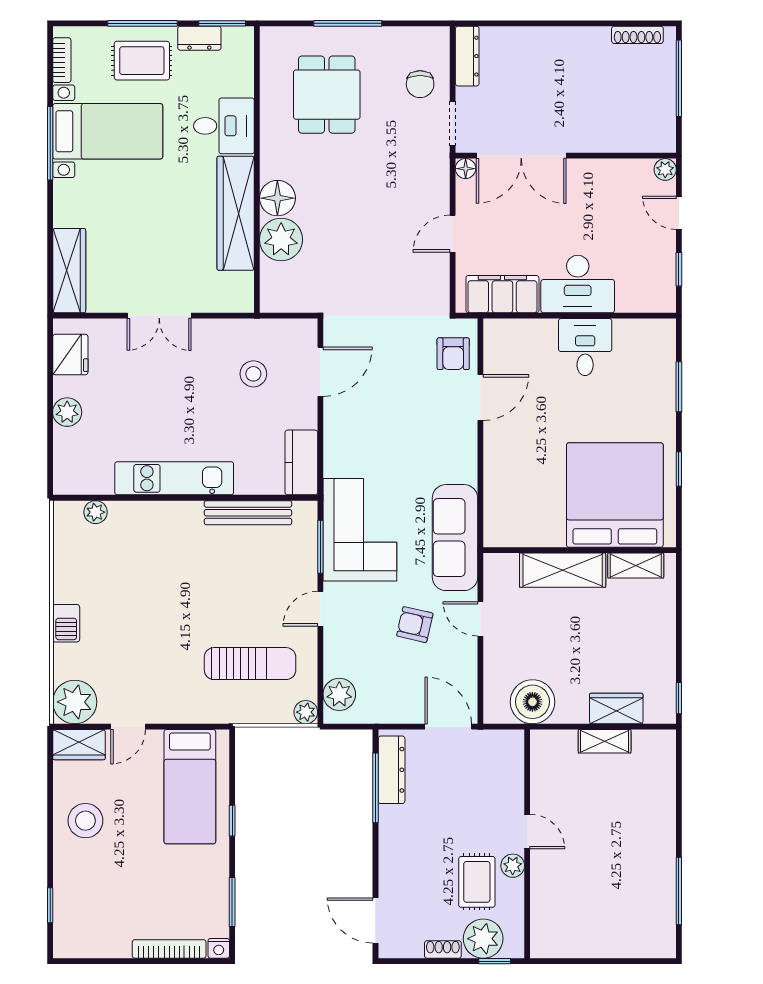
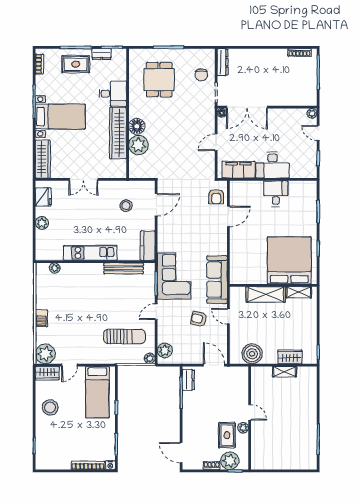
bed with nightstands: (108, 131) -> (60, 117), moved
dresser: (392, 770) -> (188, 380), width x0.70

